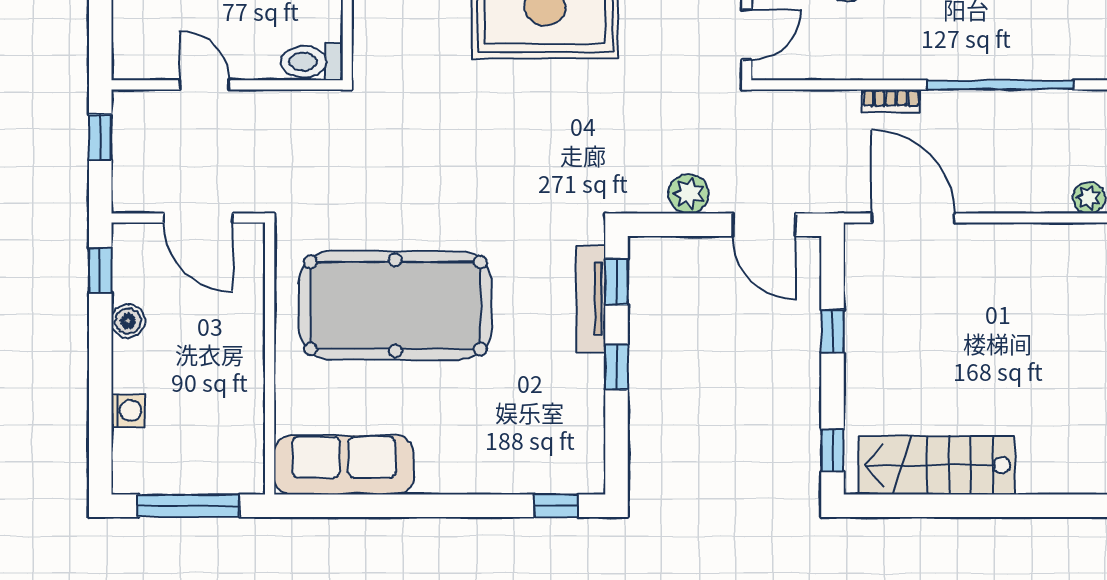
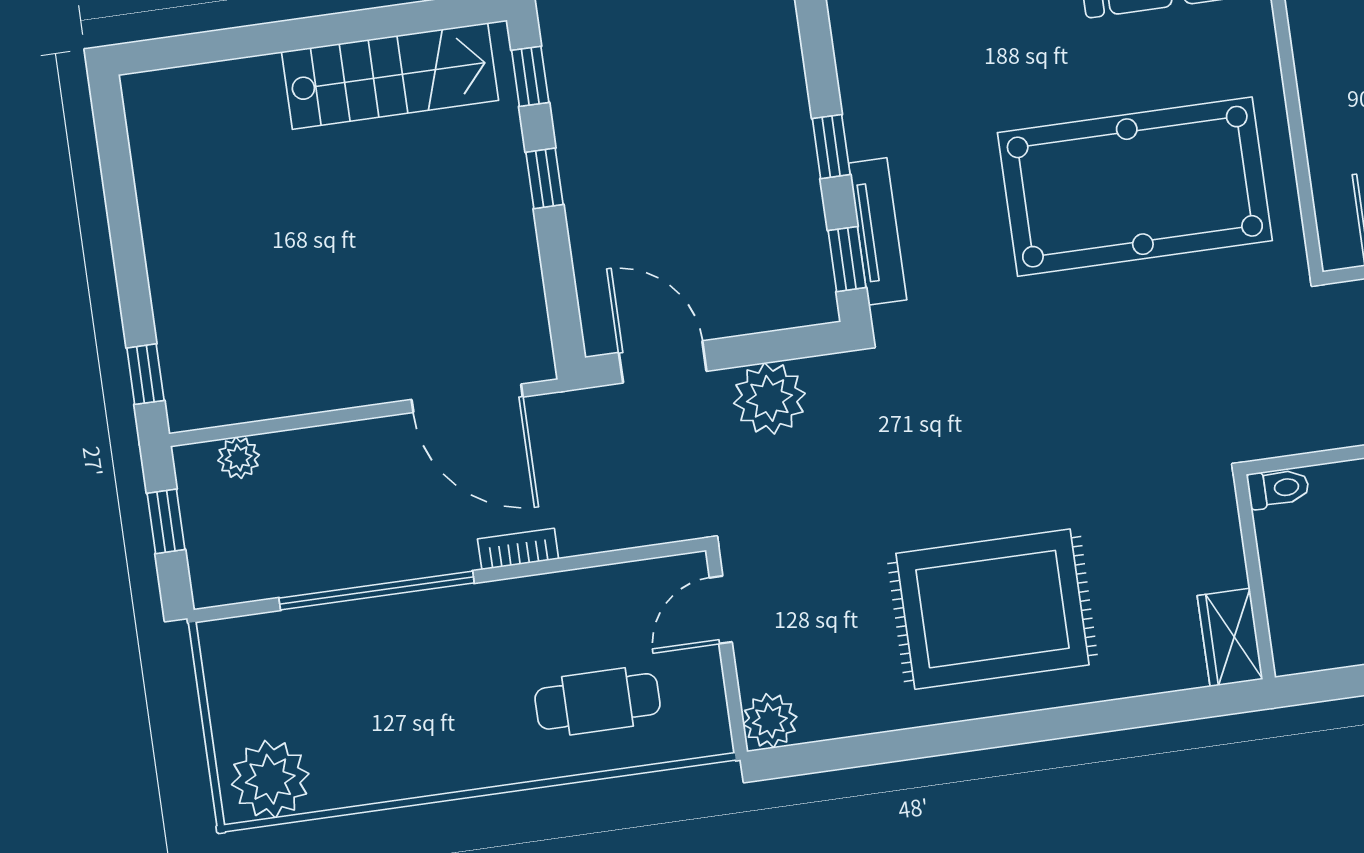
toilet: (312, 62) -> (1278, 488), width x0.73, depth x0.72
plant: (689, 194) -> (769, 398), width x1.36, depth x1.36
window: (833, 331) -> (545, 178), moved

